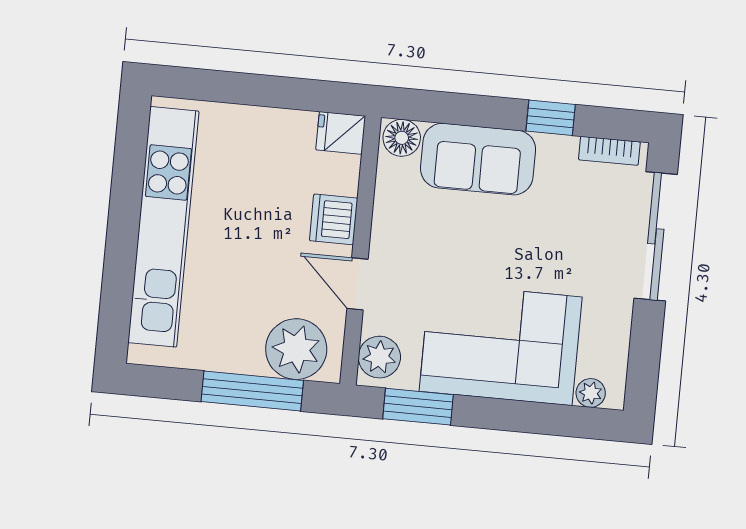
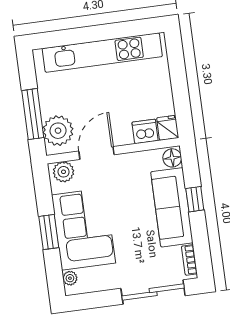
window: (551, 118) -> (195, 199), moved
sofa: (478, 159) -> (172, 207), width x1.36
dishwasher: (334, 219) -> (145, 131), moved
door: (357, 284) -> (96, 153), width x1.38
window: (418, 407) -> (49, 232), moved

